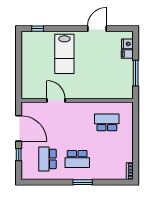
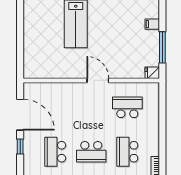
fridge: (127, 44) -> (152, 73), moved
door: (56, 100) -> (98, 80), moved
school desk: (107, 159) -> (127, 152), added

